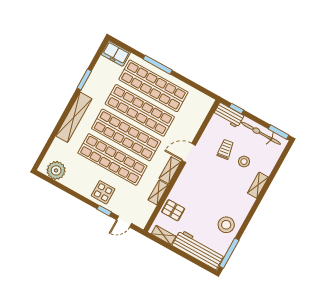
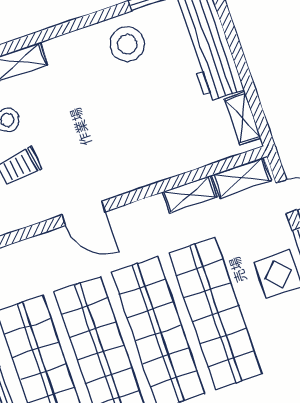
shelving: (170, 170) -> (241, 178), moved
pallet: (173, 210) -> (191, 144), removed

